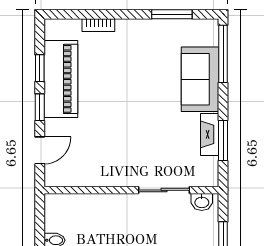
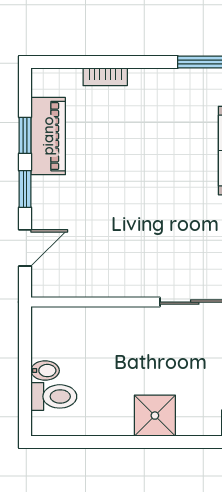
piano: (61, 79) -> (48, 136), width x0.73, depth x0.75

